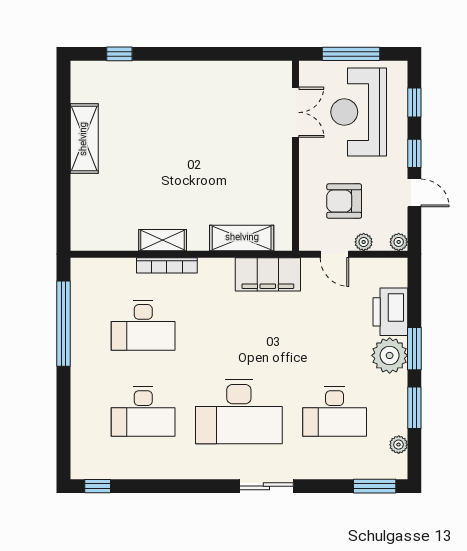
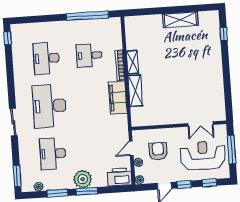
shelving: (242, 238) -> (135, 91), moved
filing cabinet: (268, 274) -> (118, 98), moved
printer: (390, 312) -> (120, 177), moved
desk: (143, 325) -> (89, 55), width x0.73

